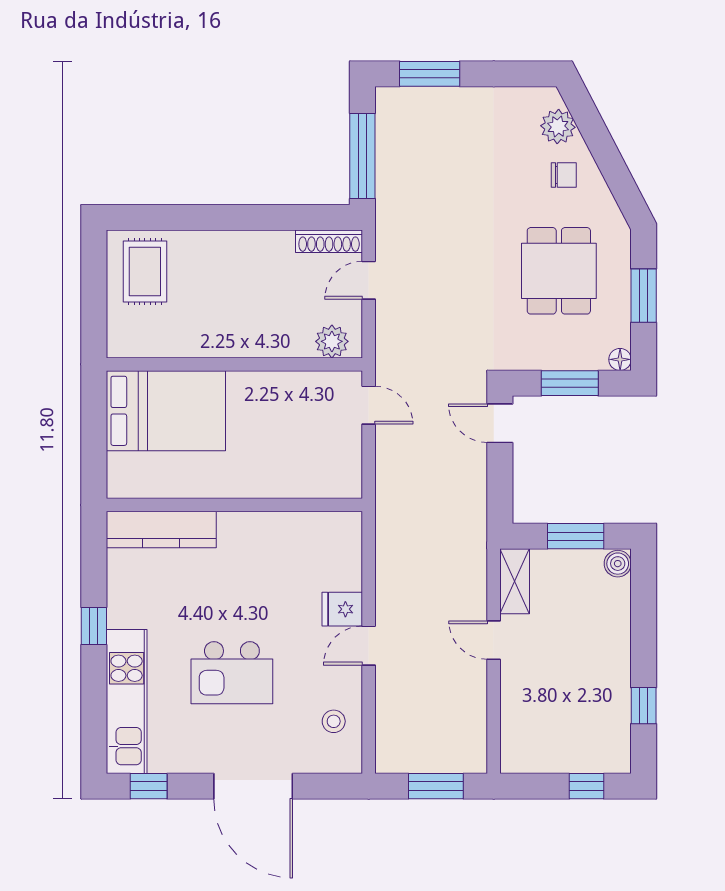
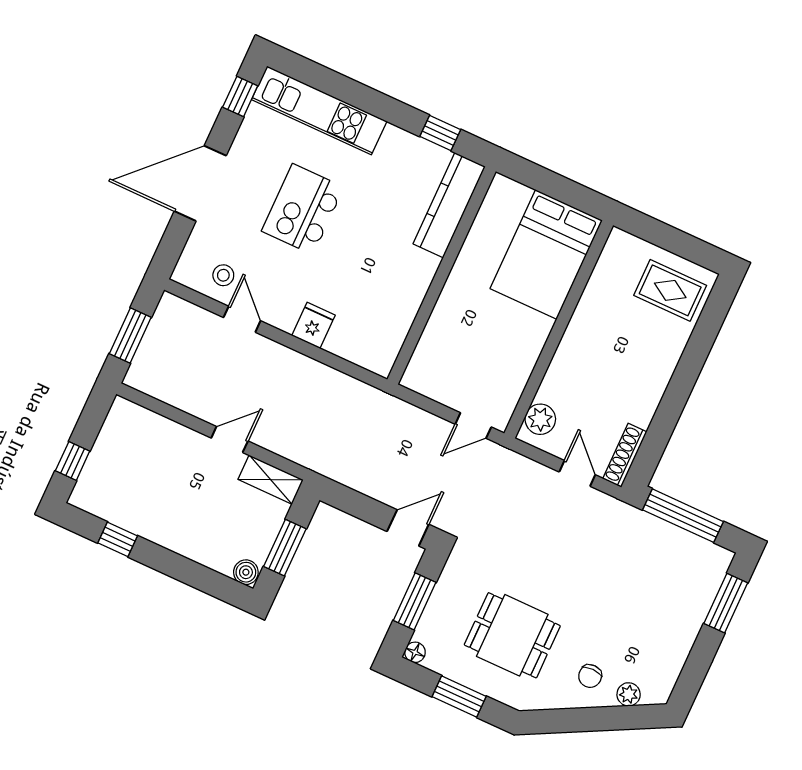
plant: (558, 127) -> (629, 694), width x0.73, depth x0.73
window: (94, 626) -> (440, 133), moved
door: (369, 646) -> (242, 319), moved

